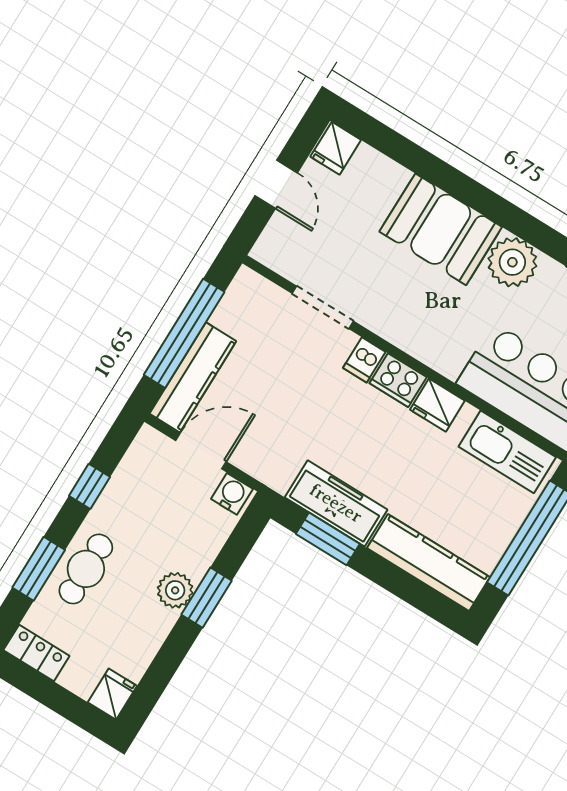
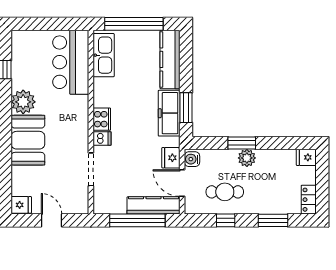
door: (276, 184) -> (52, 220), hinge flipped
fridge: (437, 405) -> (171, 158), moved, turned 180
cafe table: (86, 569) -> (225, 192), moved

